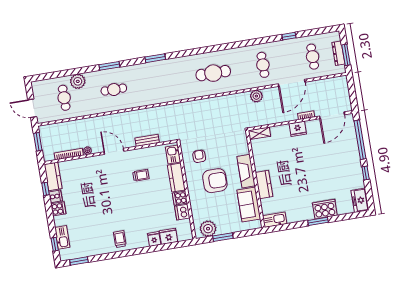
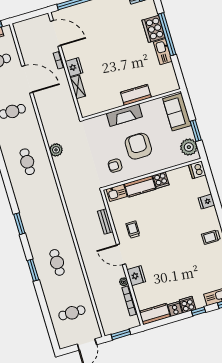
cafe table: (213, 73) -> (27, 162), width x0.73, depth x0.74
plant: (78, 81) -> (53, 301), removed
plant: (256, 96) -> (56, 150), moved
shelving: (259, 133) -> (78, 87), moved
door: (114, 151) -> (121, 254), hinge flipped
trolley: (141, 175) -> (133, 230), moved
window: (46, 189) -> (198, 311), moved
sofa: (249, 204) -> (177, 112), moved, turned 90
dishwasher: (182, 212) -> (197, 170), moved, turned 90
kitchen sink: (275, 220) -> (163, 52), moved
window: (318, 221) -> (167, 34), width x2.11
fridge: (169, 236) -> (136, 276), moved, turned 180

